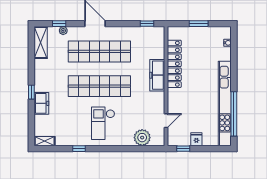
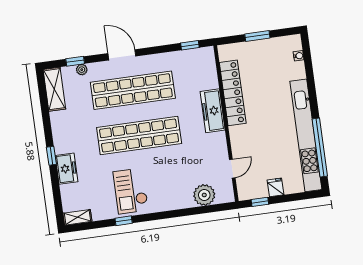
checkout: (103, 123) -> (131, 191), moved

